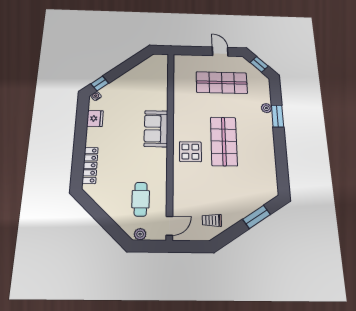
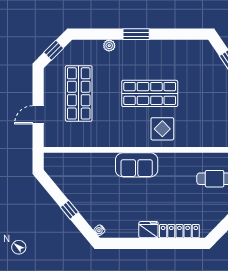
door: (220, 52) -> (38, 115), moved
window: (100, 84) -> (69, 210), moved
window: (277, 116) -> (136, 34), moved
fridge: (95, 118) -> (148, 230), moved

